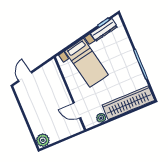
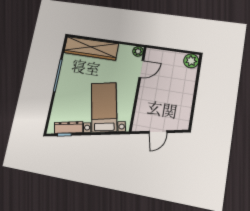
door: (25, 77) -> (158, 132), moved
door: (77, 110) -> (141, 69), hinge flipped
plant: (101, 118) -> (138, 51), moved

